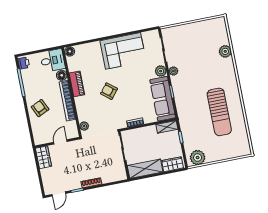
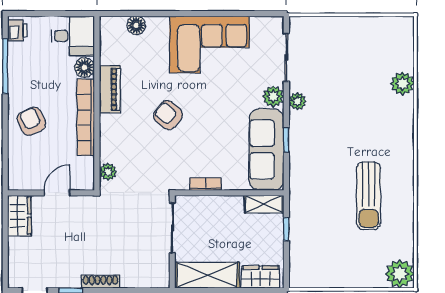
floor lamp: (70, 51) -> (136, 25), moved
sun lounger: (219, 112) -> (369, 196), width x0.73, depth x0.75
plant: (198, 158) -> (400, 274), moved

